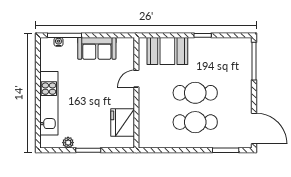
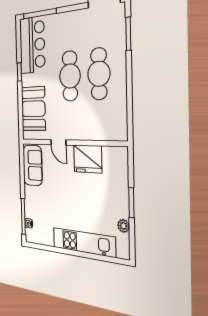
sofa: (97, 48) -> (33, 165), moved
bar counter: (226, 52) -> (32, 45), added
fridge: (123, 123) -> (88, 159), moved

